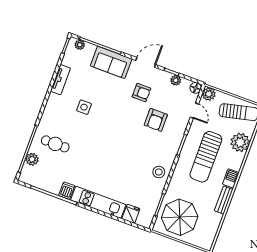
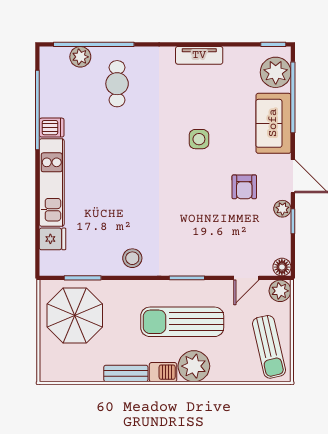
plant: (80, 45) -> (276, 72), width x1.87, depth x1.87
tv unit: (60, 80) -> (199, 55), moved
plant: (176, 80) -> (282, 209), moved
side table: (84, 107) -> (199, 139), moved
armchair: (156, 120) -> (210, 224), removed
plant: (240, 142) -> (194, 366), moved

